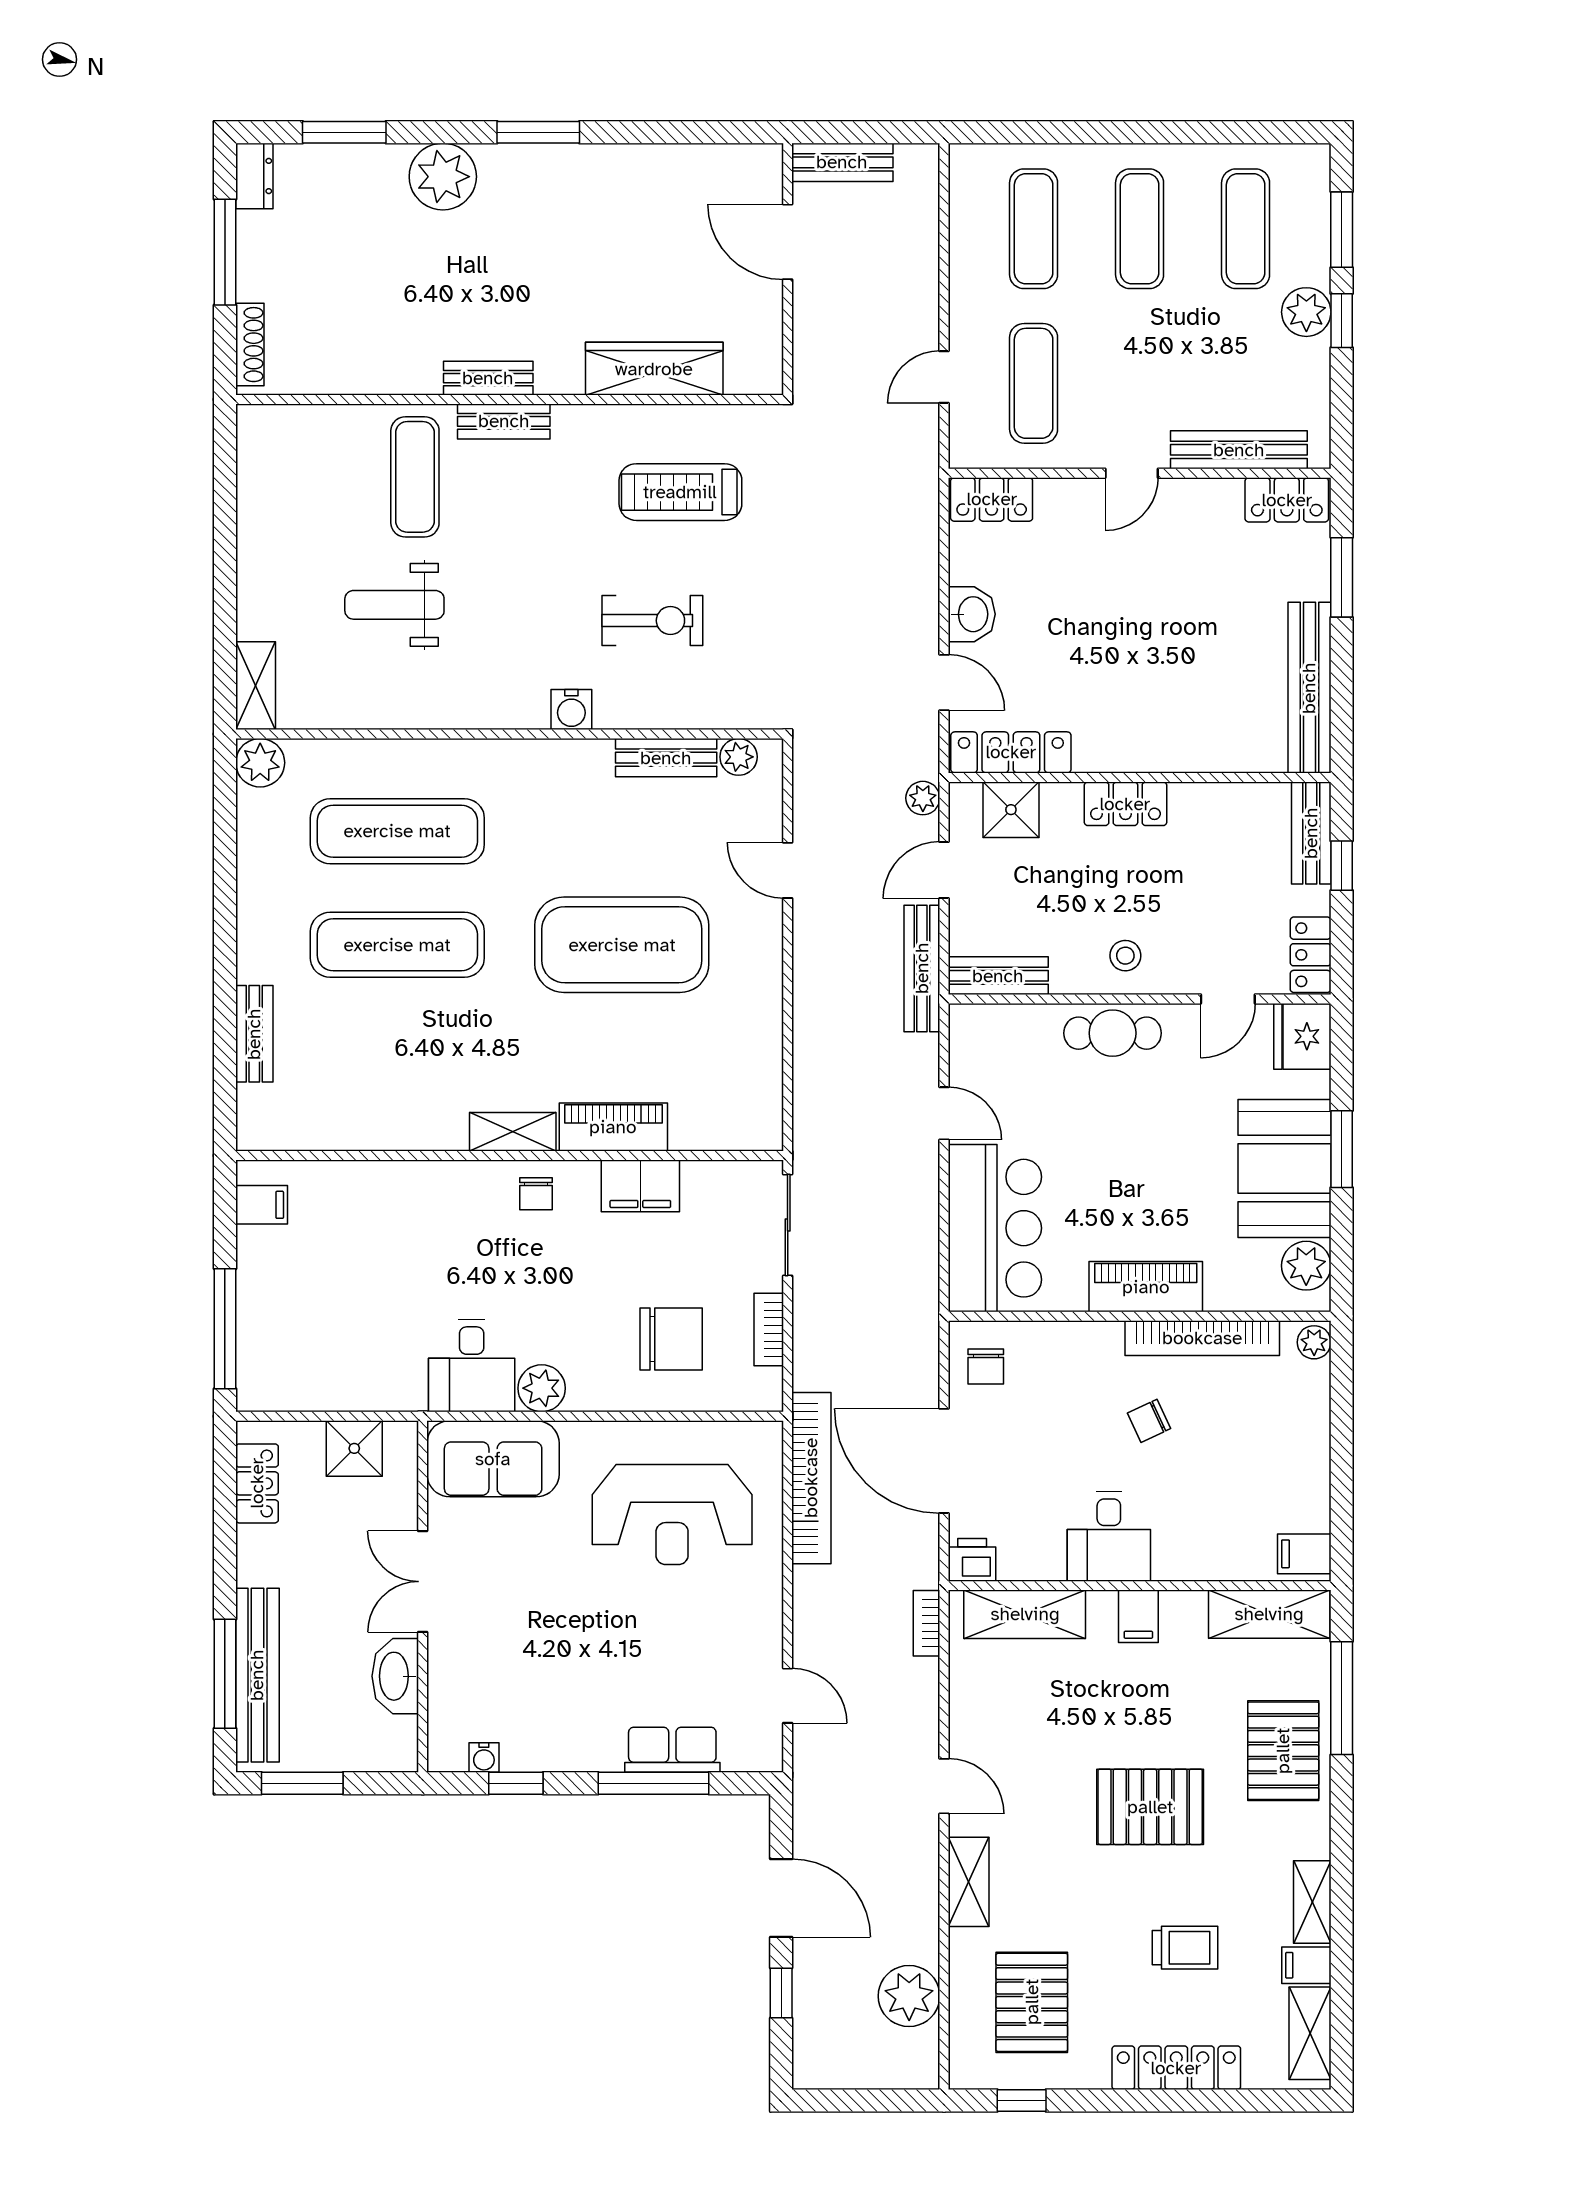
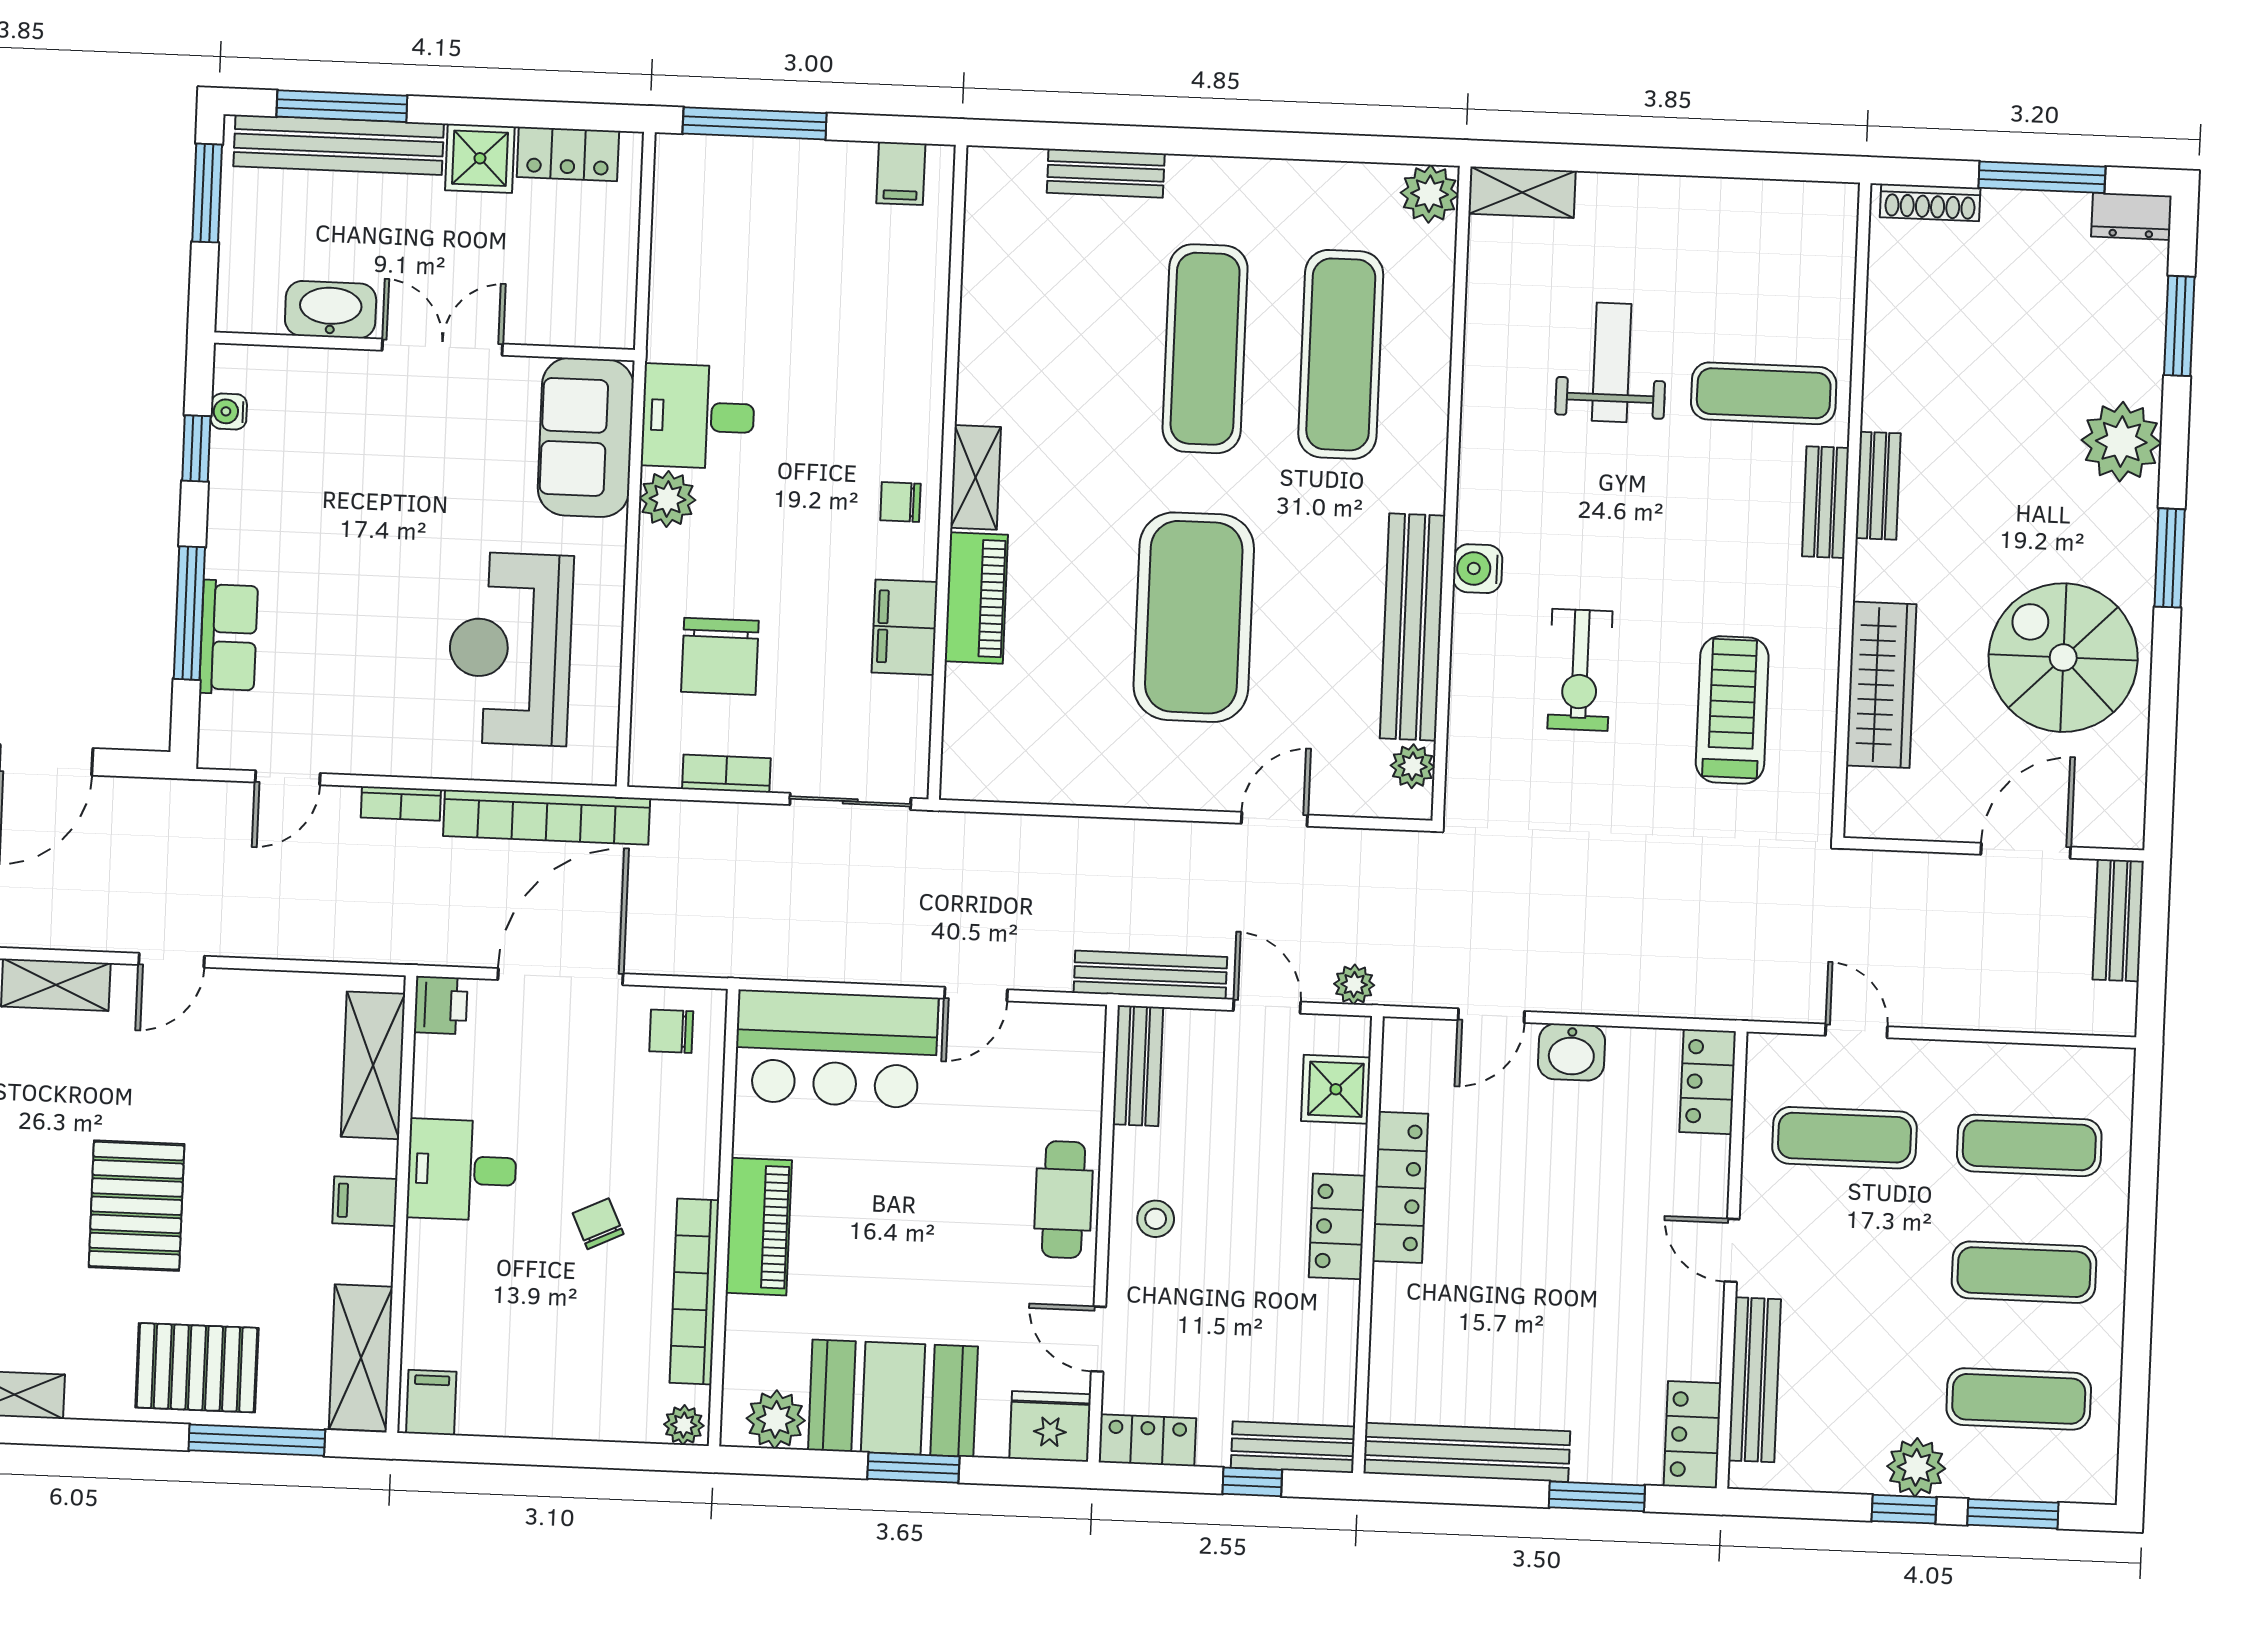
spiral stairs: (625, 218) -> (2063, 658), added
locker: (1011, 752) -> (1400, 1187), moved
bench: (666, 758) -> (1413, 627), width x1.86, depth x1.21
shower: (354, 1448) -> (480, 158), moved
bookcase: (927, 1623) -> (401, 804), moved, turned 180

